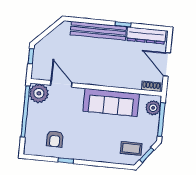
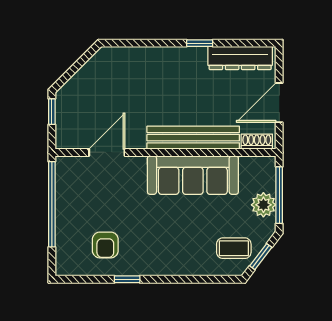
bench: (98, 31) -> (193, 138), moved
door: (167, 64) -> (279, 103), hinge flipped
door: (61, 84) -> (107, 152), hinge flipped
plant: (39, 93) -> (71, 172), removed
plant: (153, 108) -> (263, 205), moved

